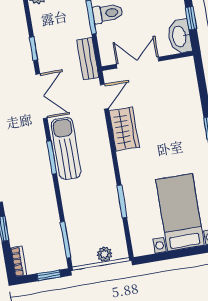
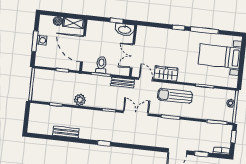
sun lounger: (66, 148) -> (175, 96), moved

